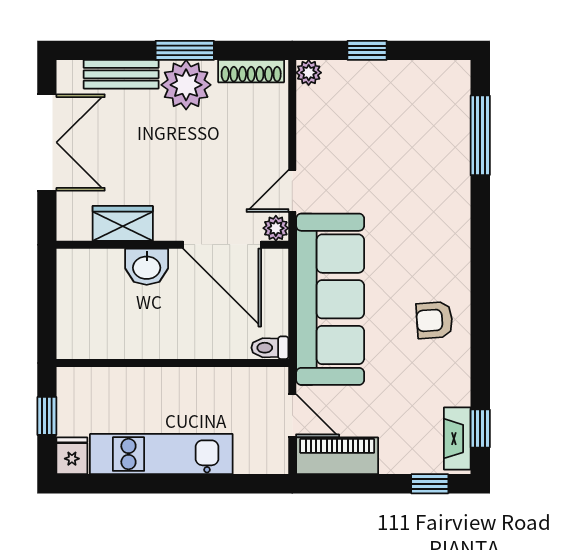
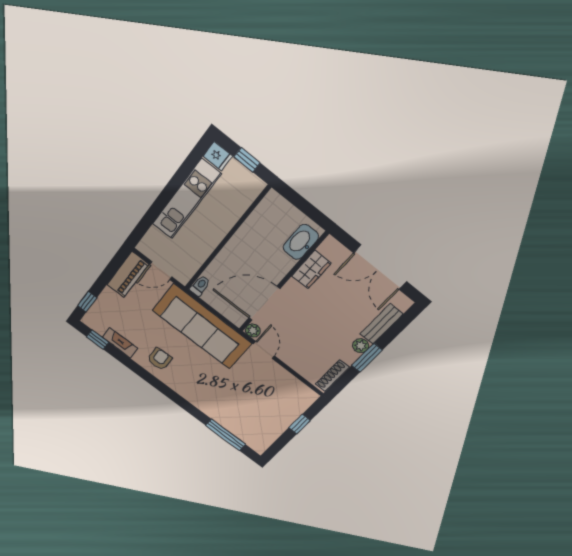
plant: (309, 73) -> (311, 396), removed
plant: (186, 85) -> (361, 346), width x0.53, depth x0.53
washbasin: (147, 267) -> (301, 242), moved, width x1.38
fireplace: (457, 439) -> (120, 343), moved

